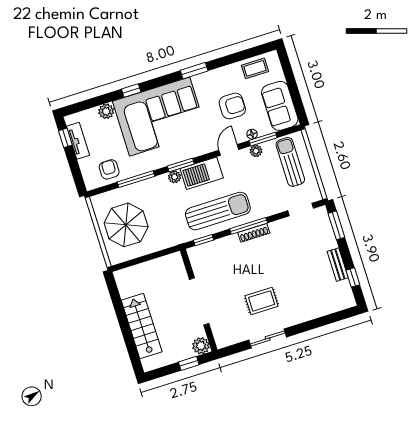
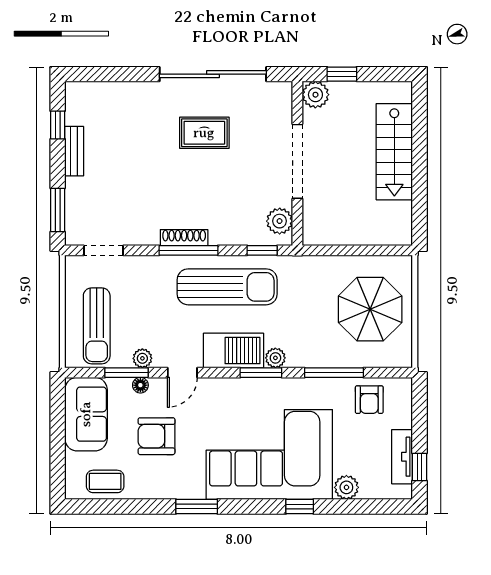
sun lounger: (218, 211) -> (227, 287), turned 180
plant: (199, 261) -> (280, 221), added
sliding door: (268, 338) -> (213, 74), width x1.86

